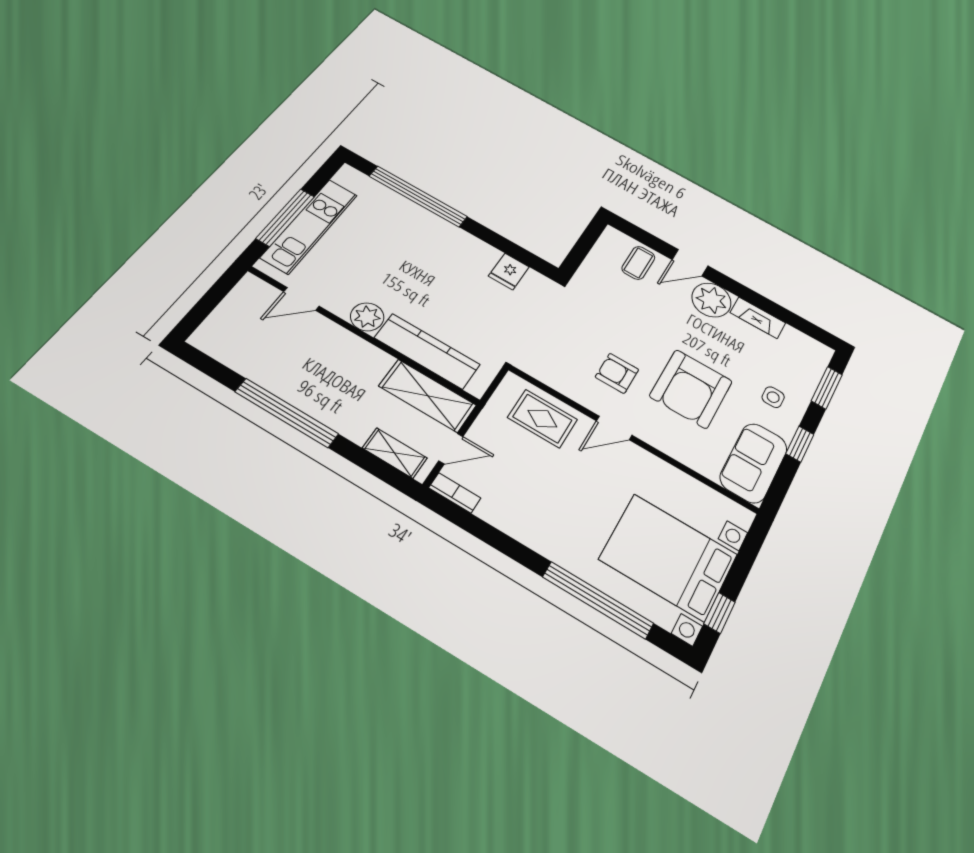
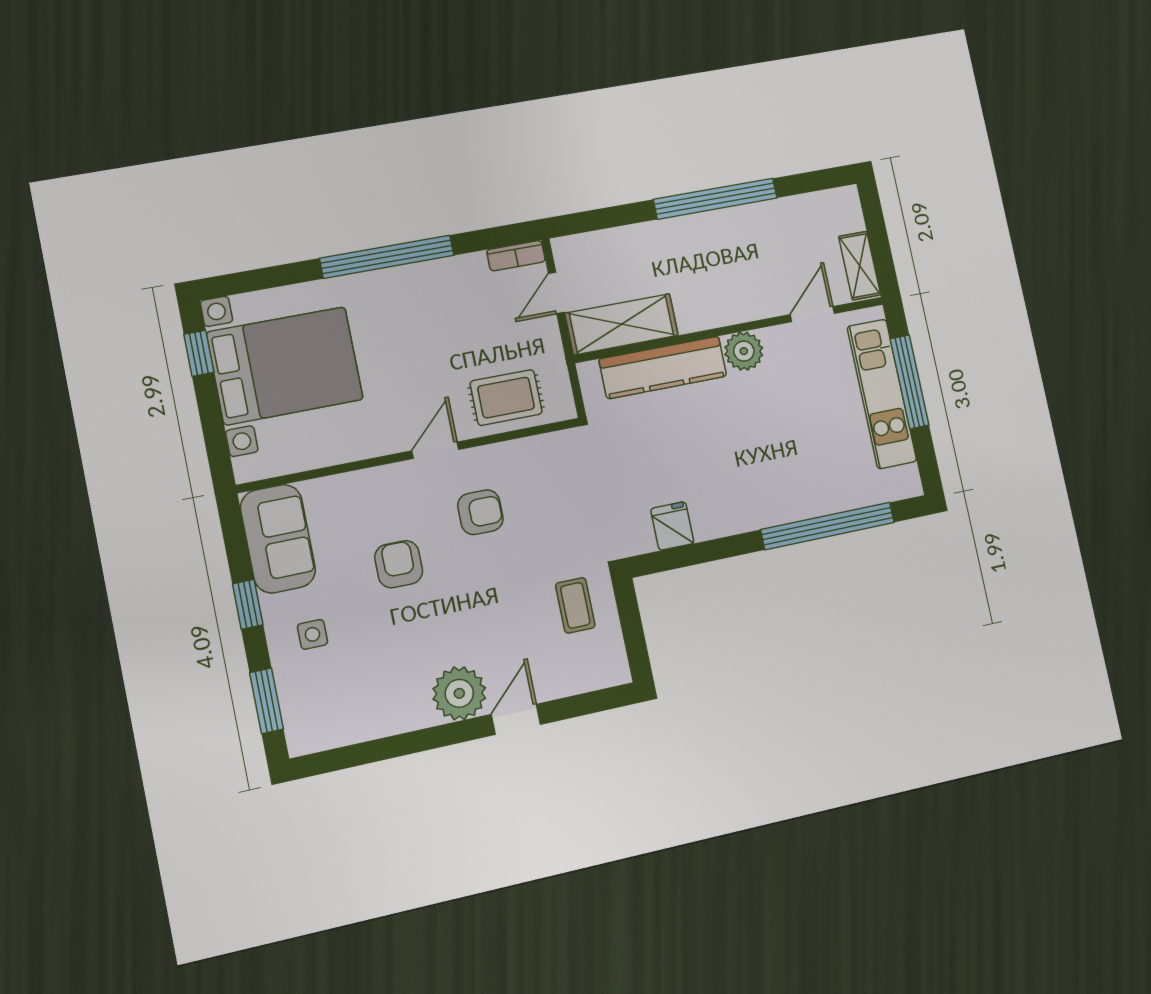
coffee table: (638, 263) -> (575, 605), moved
fireplace: (758, 318) -> (397, 719), removed
armchair: (691, 389) -> (399, 564), width x0.53, depth x0.53
shelving: (395, 453) -> (860, 266), moved, turned 90
window: (598, 600) -> (387, 257), moved

